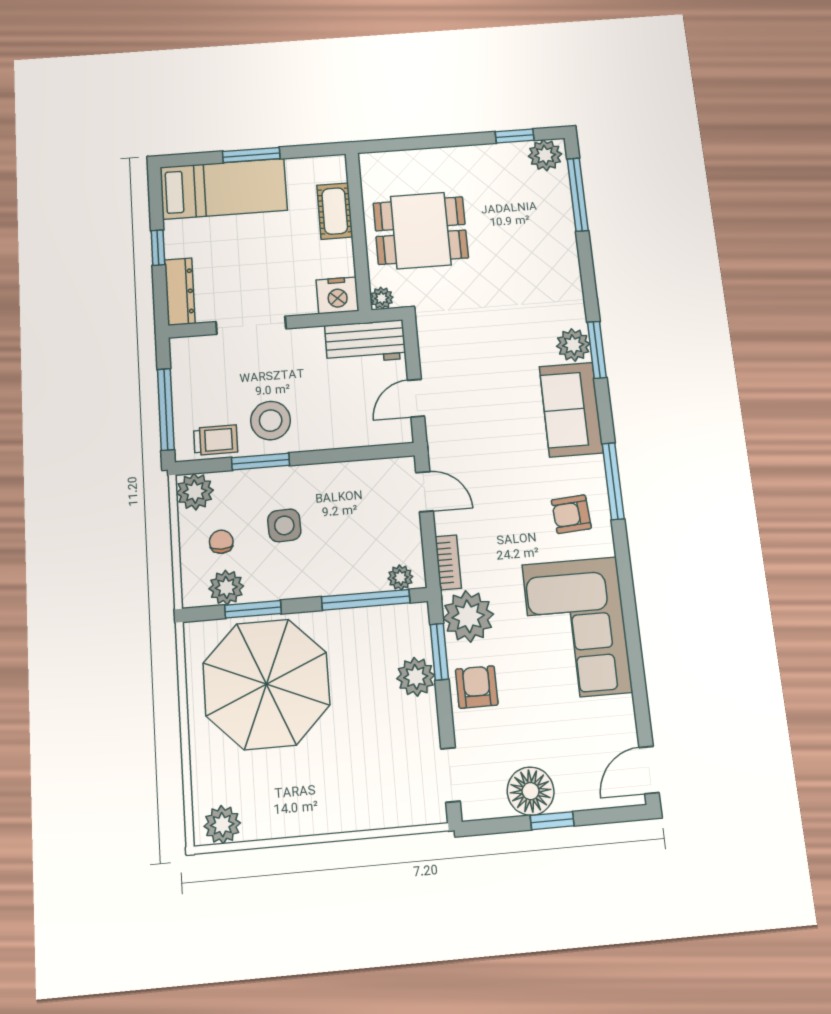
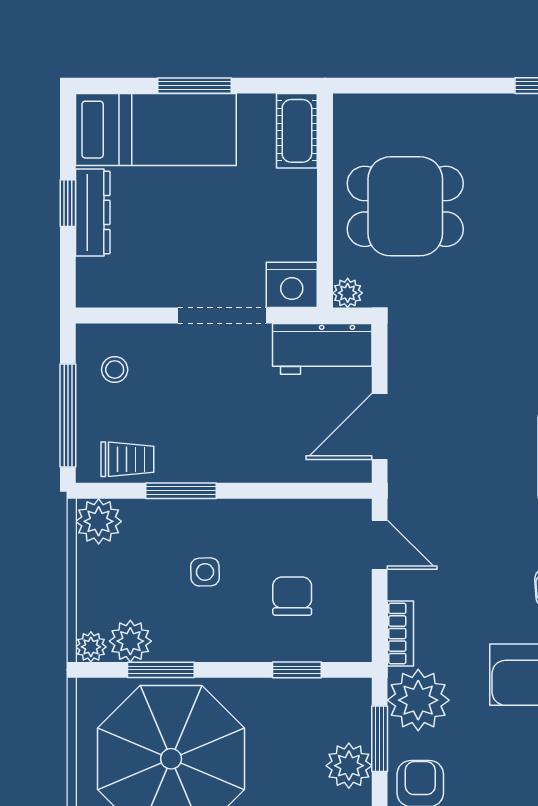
cot: (335, 211) -> (297, 131), moved
dresser: (180, 292) -> (93, 212), moved
doorway: (251, 325) -> (222, 315), moved
door: (416, 398) -> (380, 426), width x1.37
stool: (271, 421) -> (115, 370), moved, width x0.53, depth x0.53
side table: (284, 525) -> (205, 572), width x0.73, depth x0.73
chair: (221, 542) -> (292, 596), moved, width x1.37, depth x1.37
plant: (400, 578) -> (91, 647), moved
window: (366, 600) -> (297, 670), width x0.46

